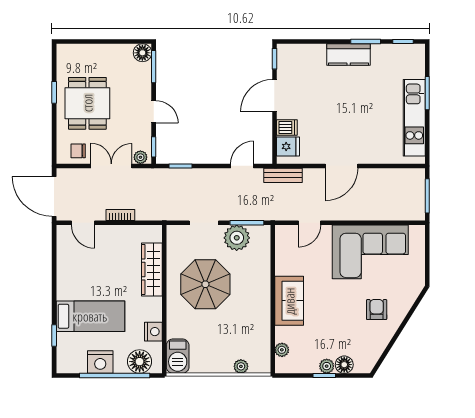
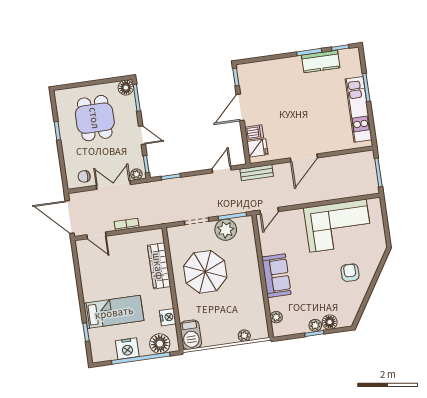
kitchen counter: (349, 55) -> (321, 61), moved
dining table: (87, 103) -> (95, 118), moved
door: (309, 223) -> (269, 211), moved

